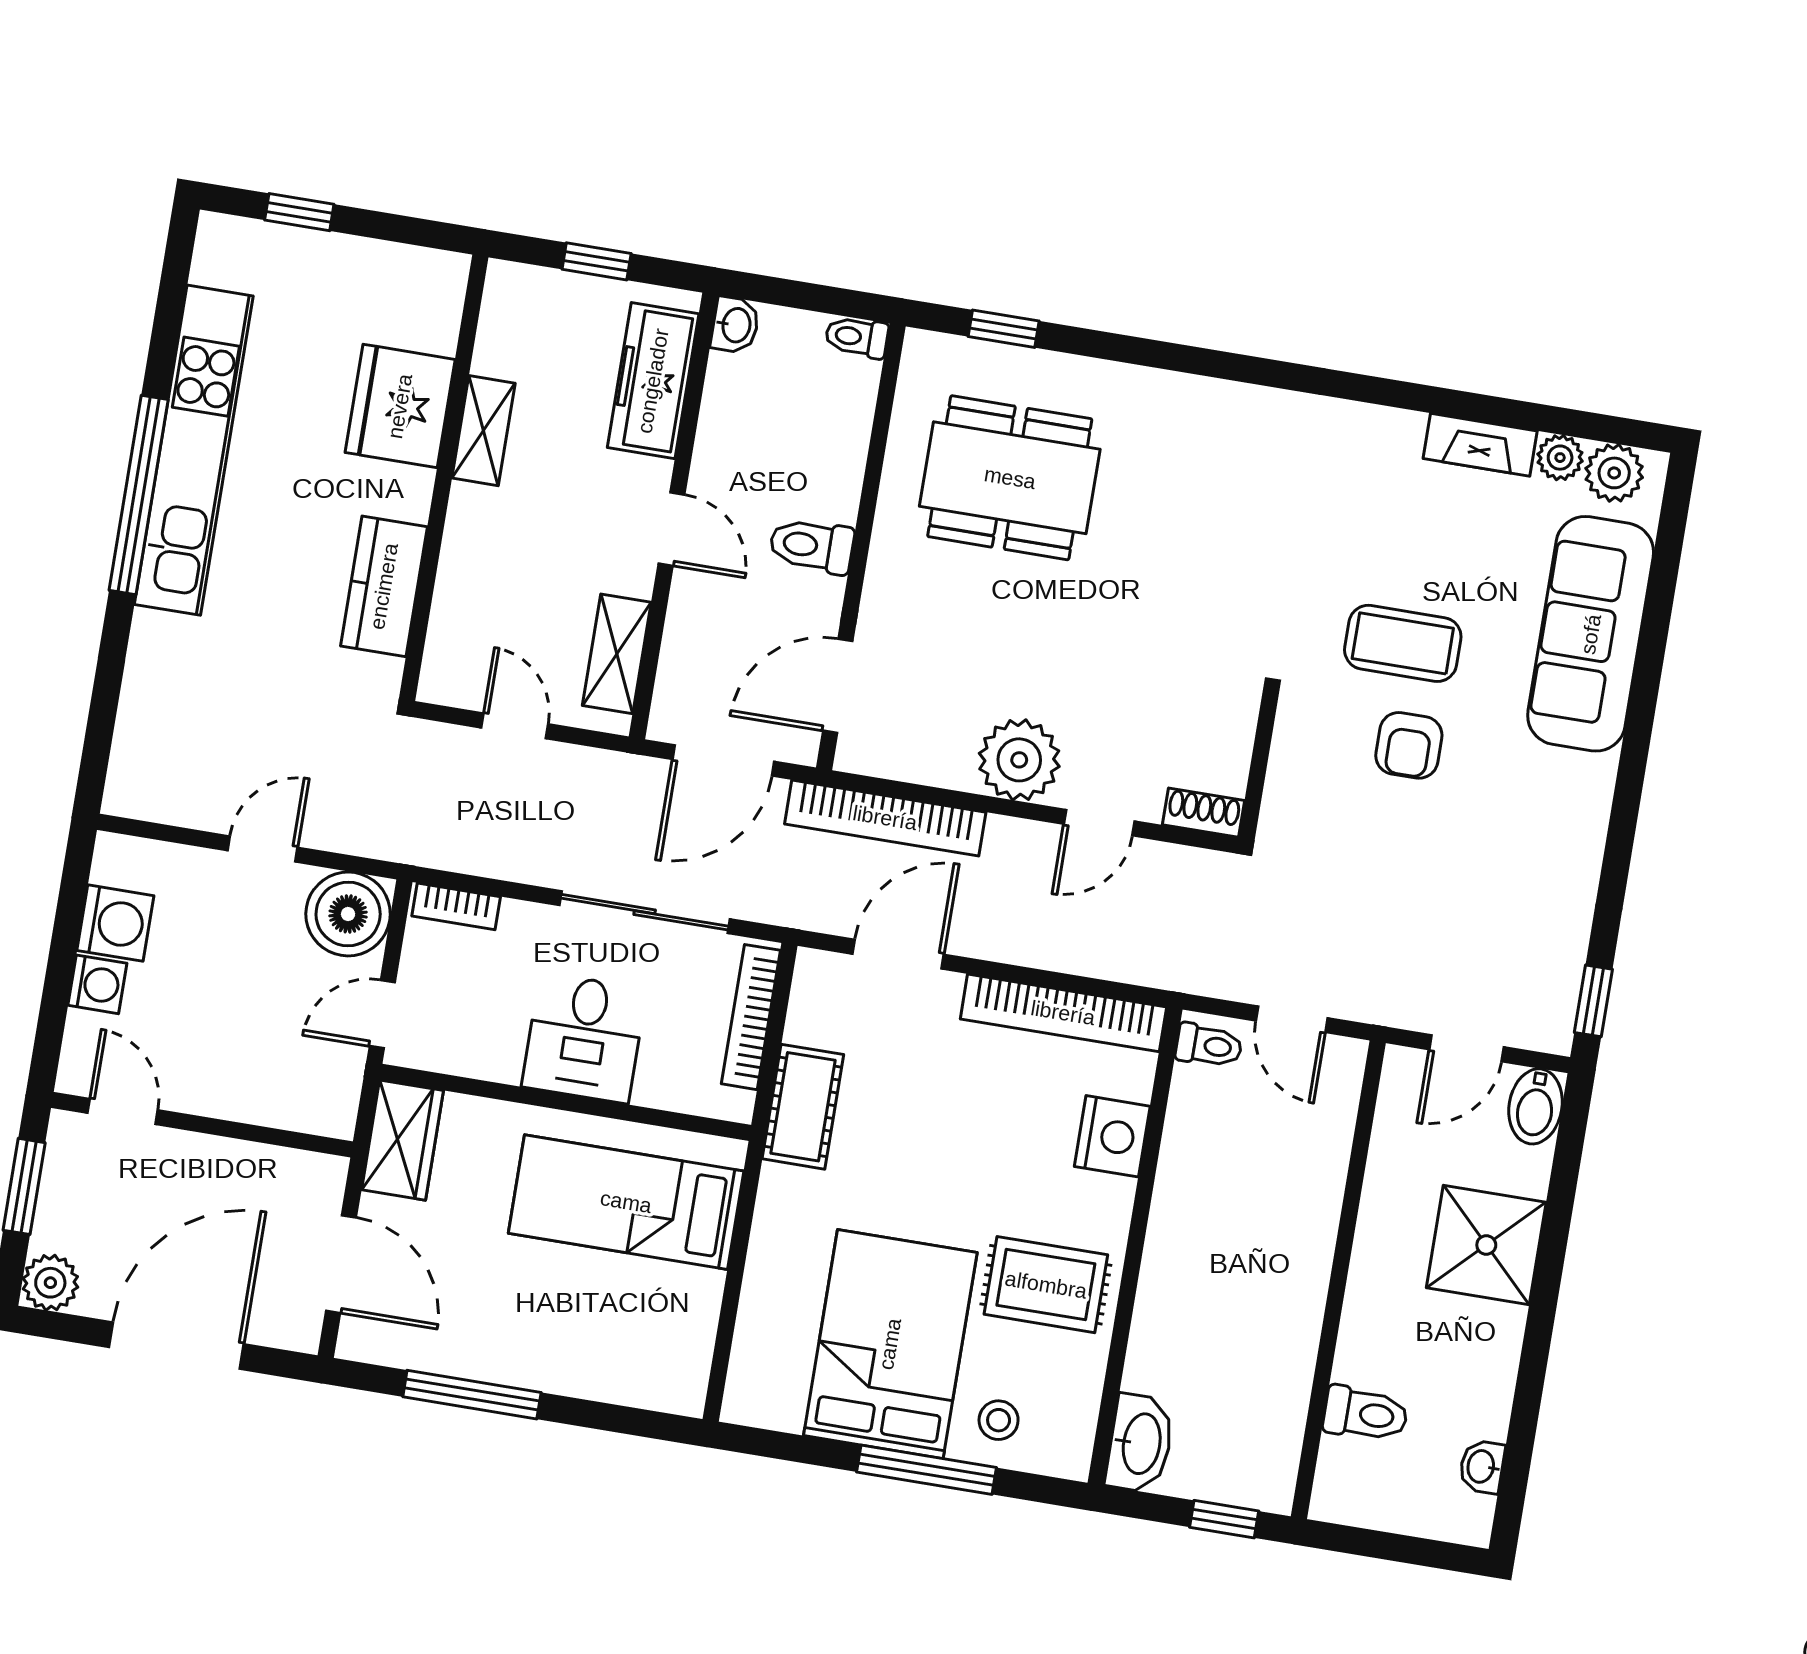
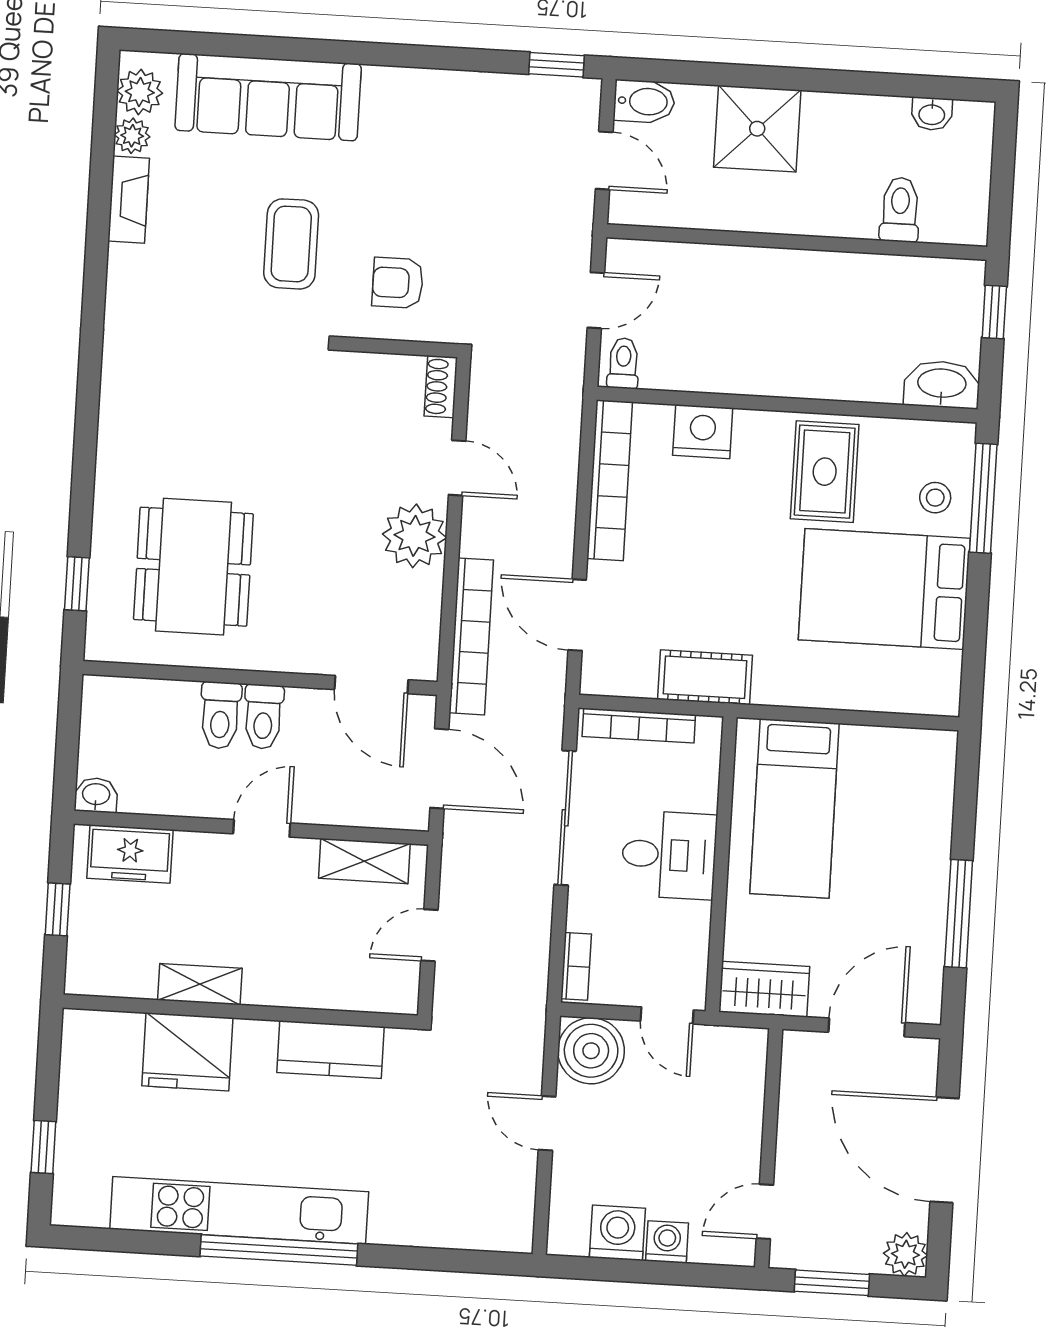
toilet: (857, 337) -> (220, 715), moved, width x1.37, depth x1.39
freezer: (653, 381) -> (130, 854), width x0.71
armchair: (1409, 745) -> (398, 283), moved, turned 180
window: (926, 1470) -> (983, 498), moved

